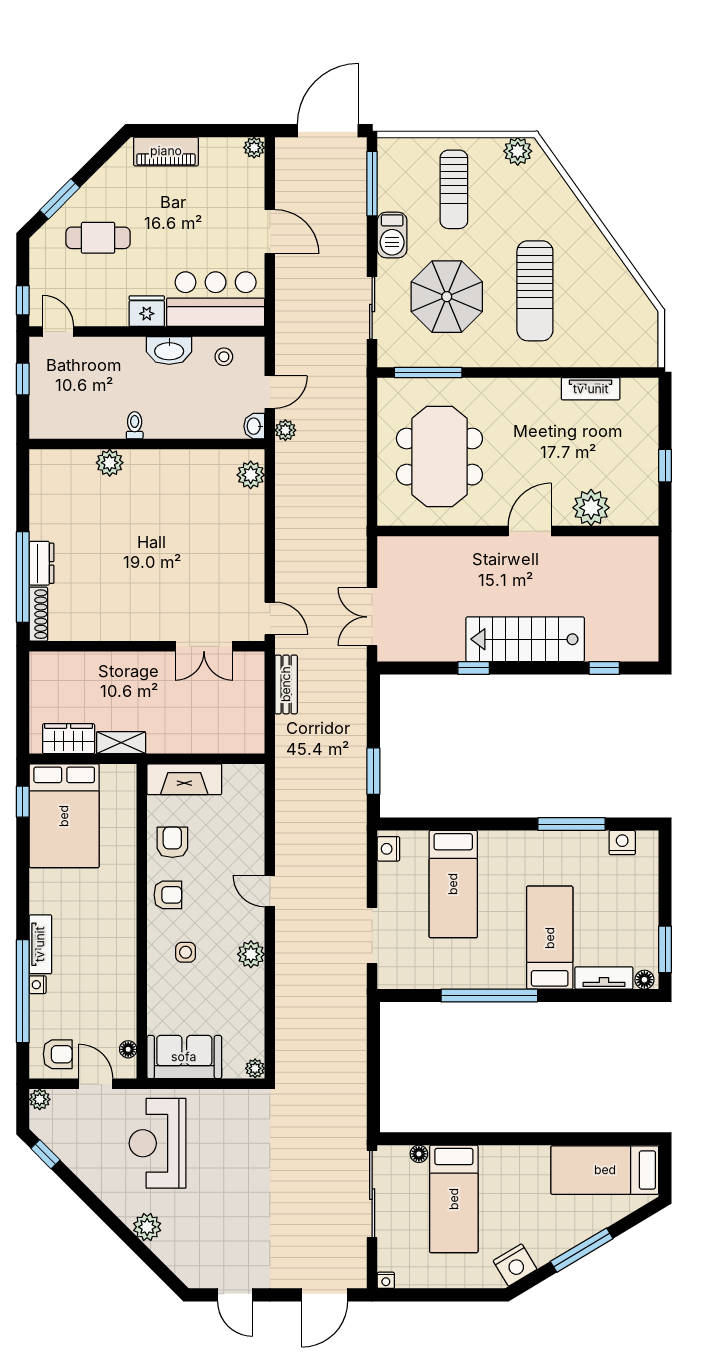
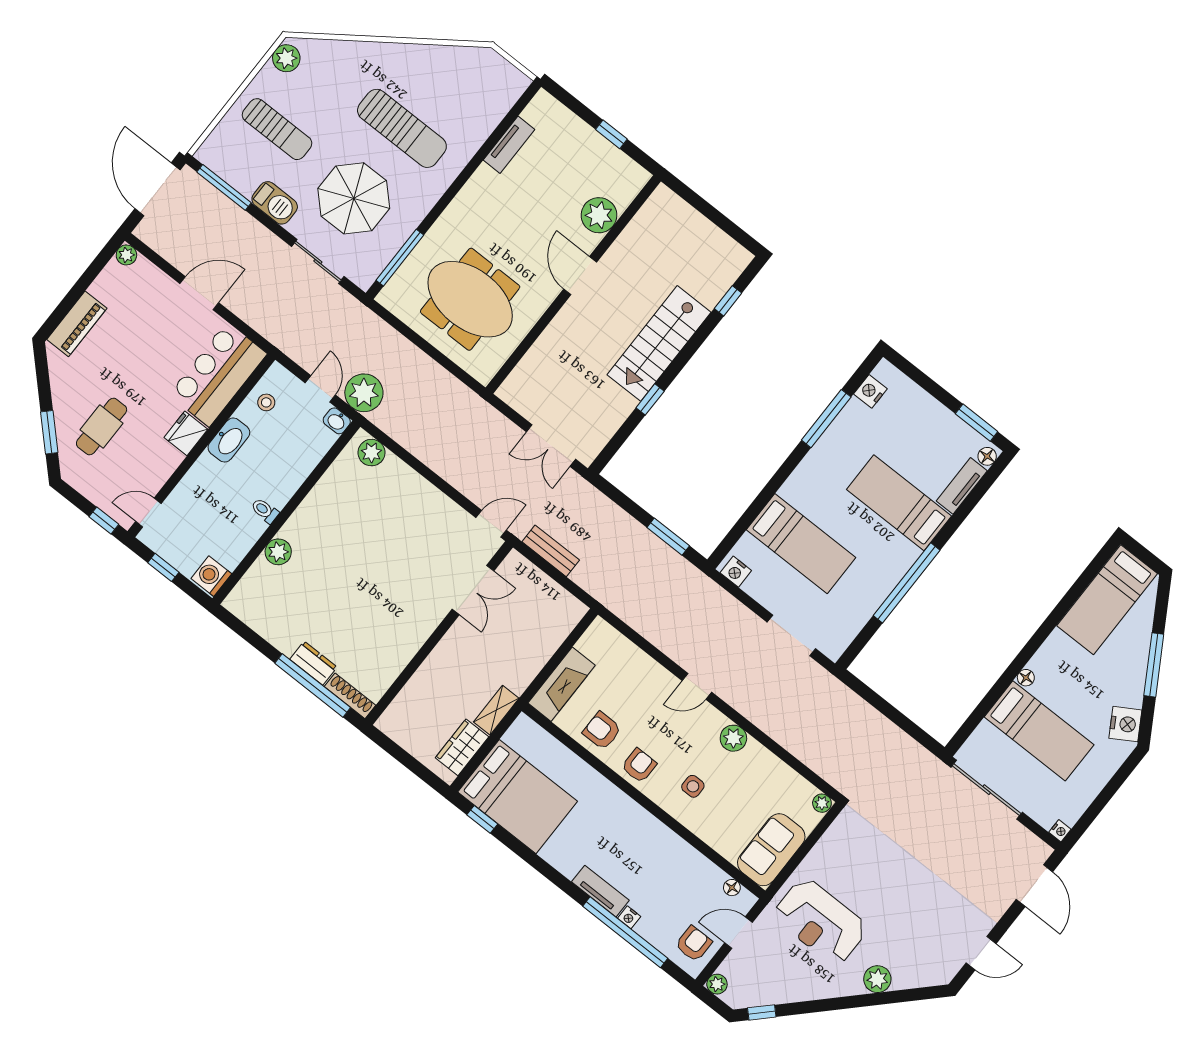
washing machine: (47, 424) -> (211, 576), added
plant: (285, 430) -> (364, 393), width x1.88, depth x1.88
floor lamp: (419, 1154) -> (1026, 678), moved

